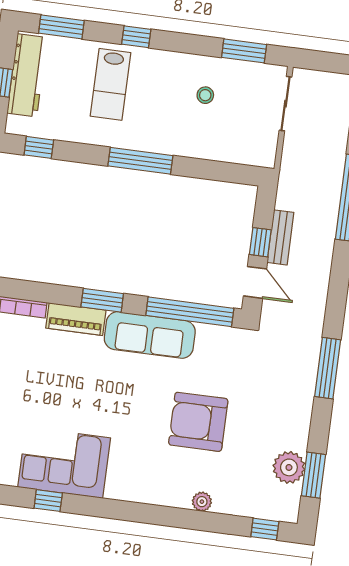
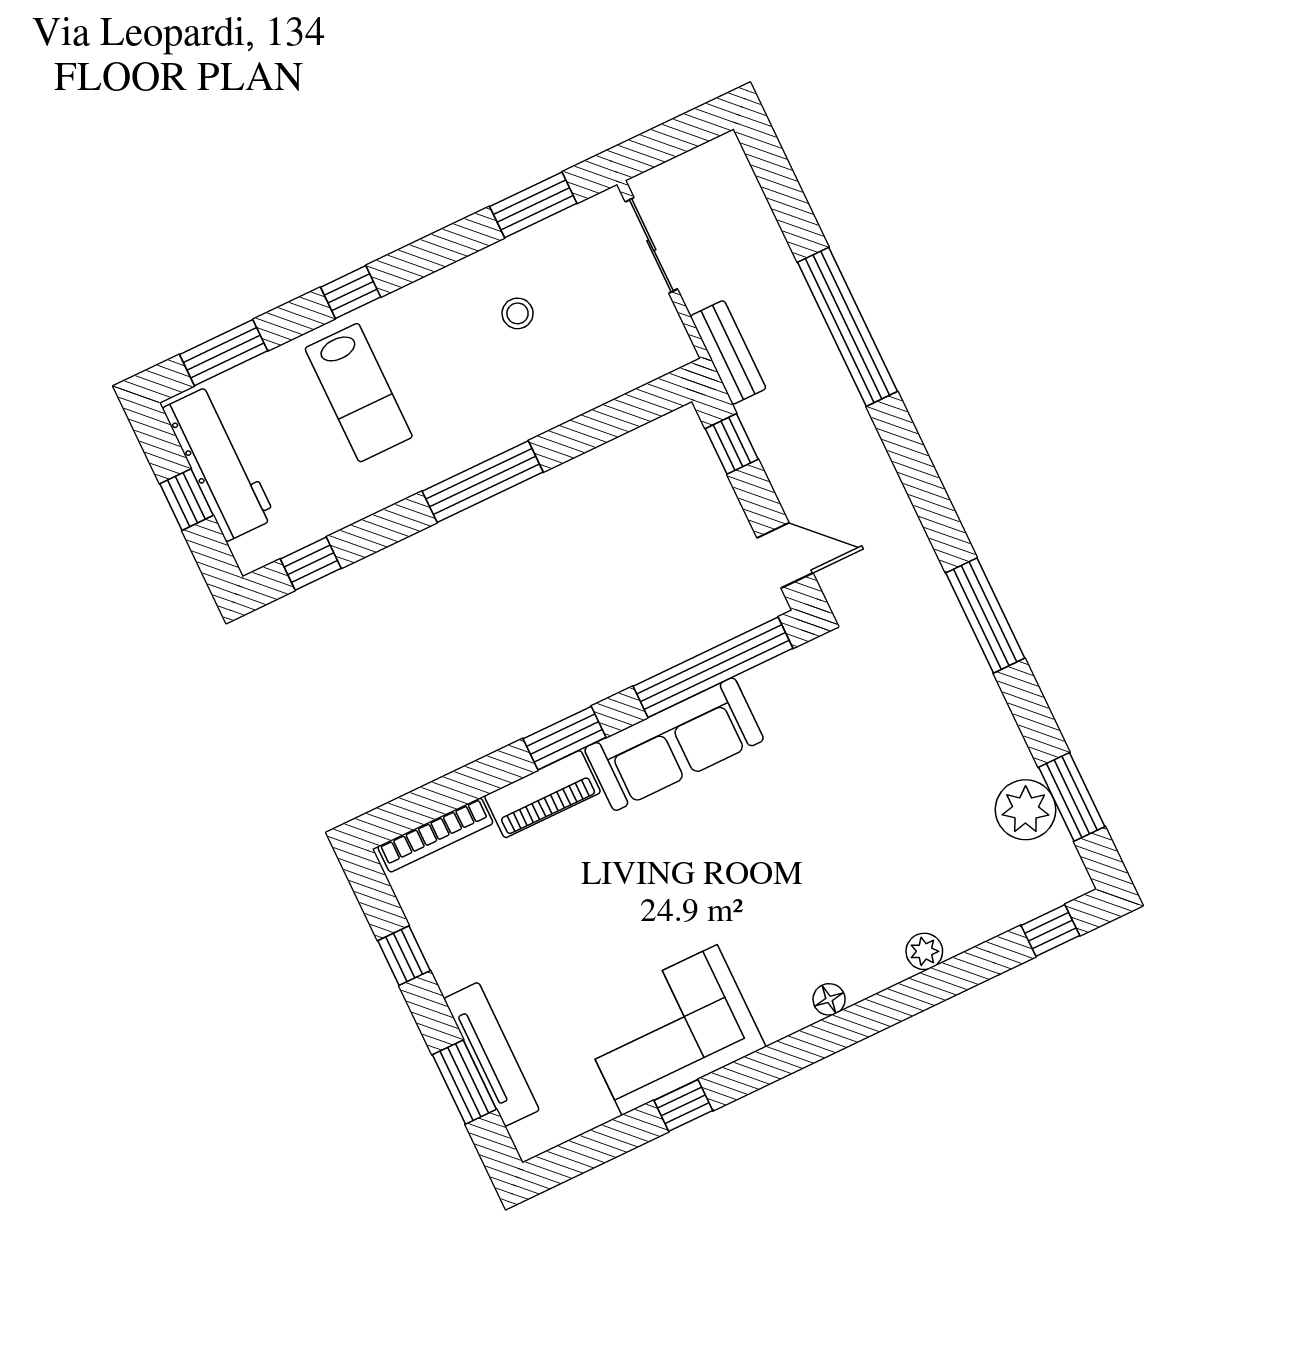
bench: (280, 237) -> (728, 352), moved
window: (260, 242) -> (732, 444), moved
armchair: (198, 422) -> (838, 830), removed
floor lamp: (145, 495) -> (829, 999), added

